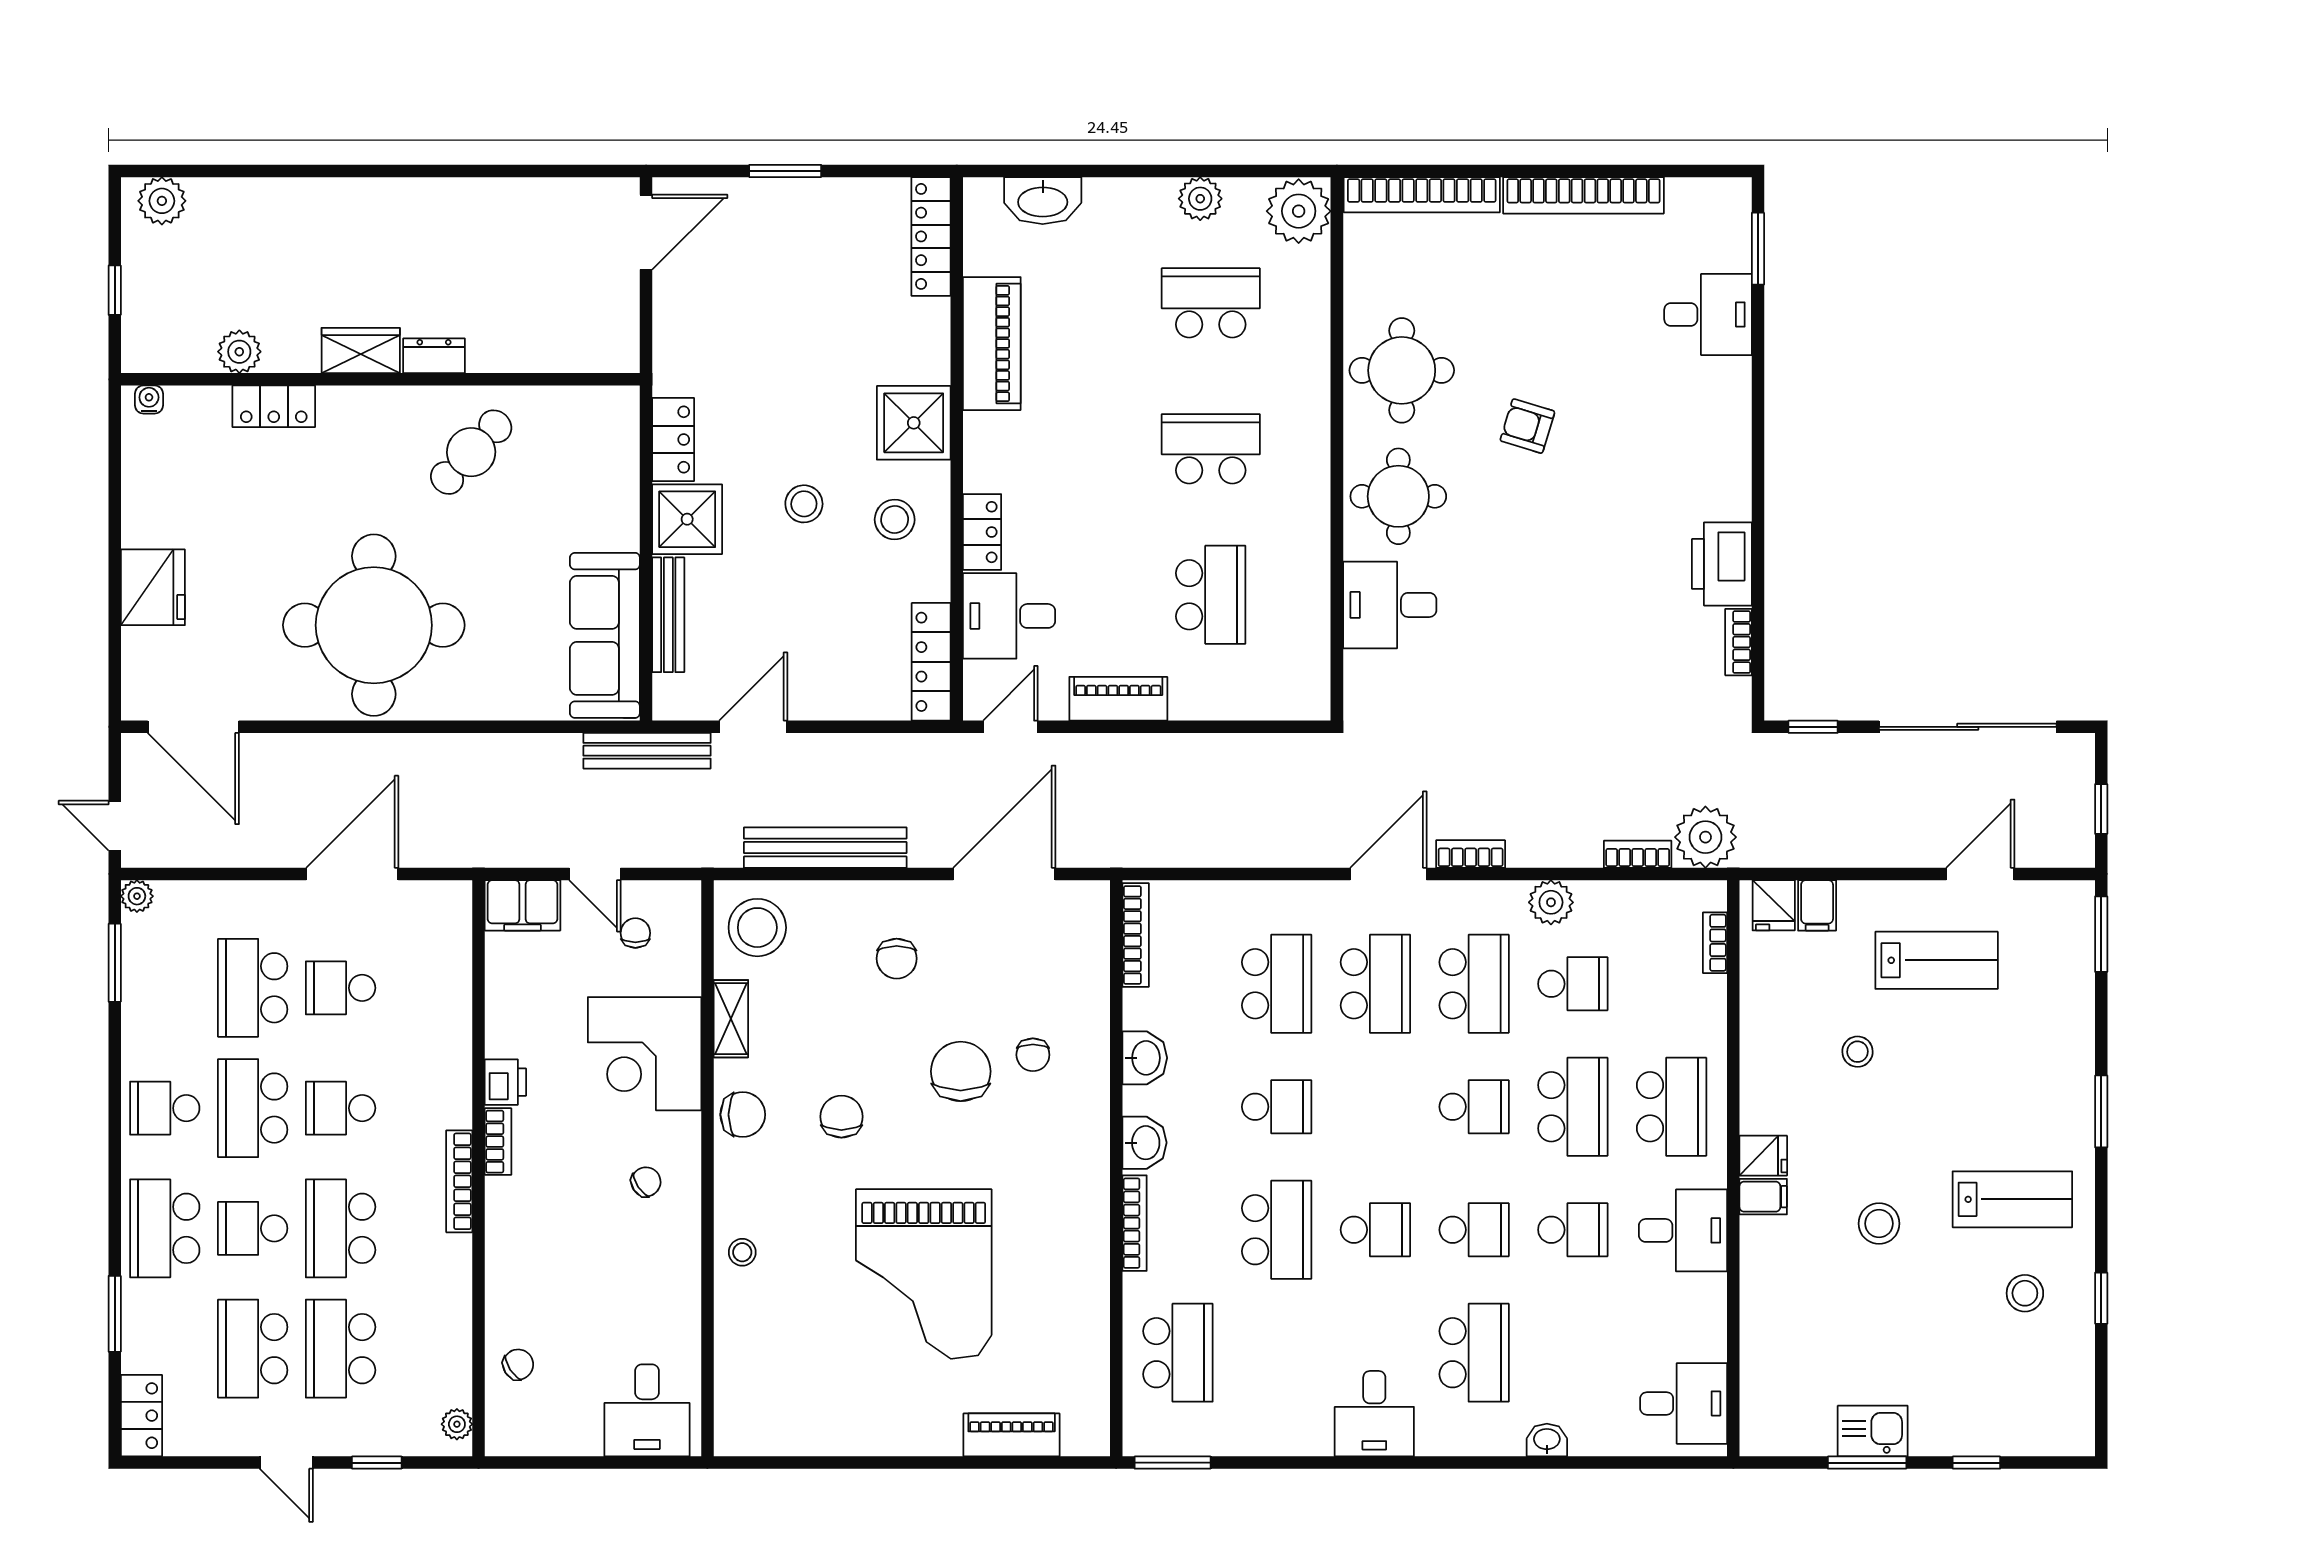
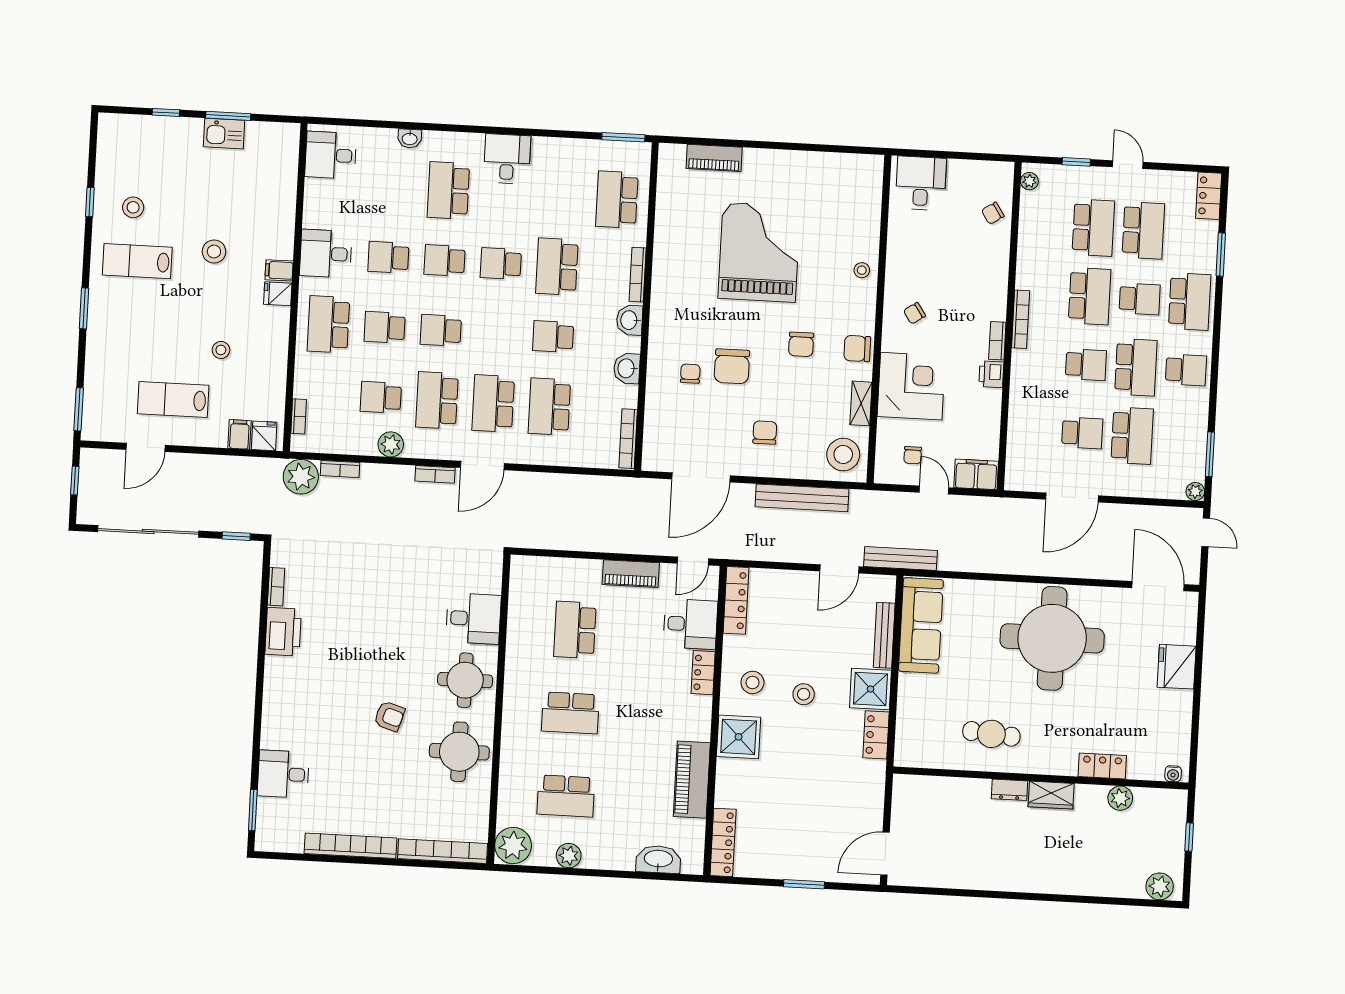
cafe table: (471, 452) -> (991, 734), turned 52
school desk: (1573, 1107) -> (385, 327), width x0.54

